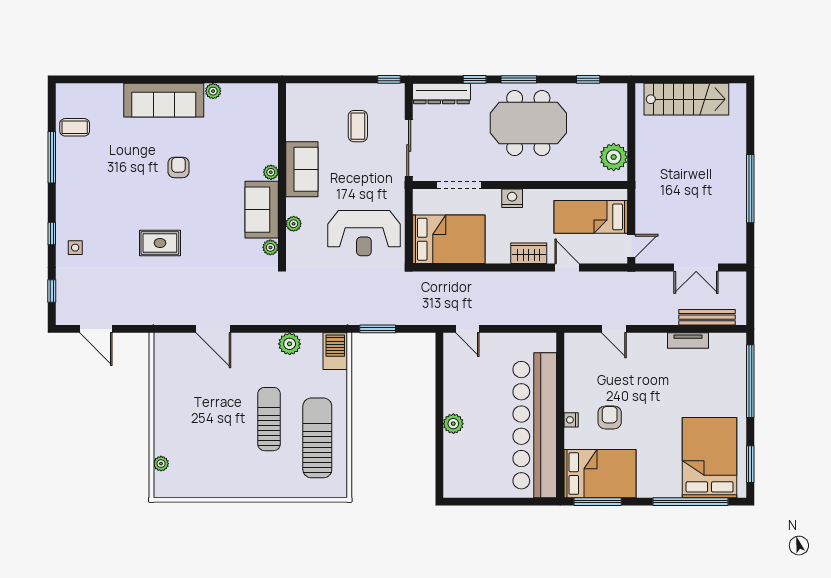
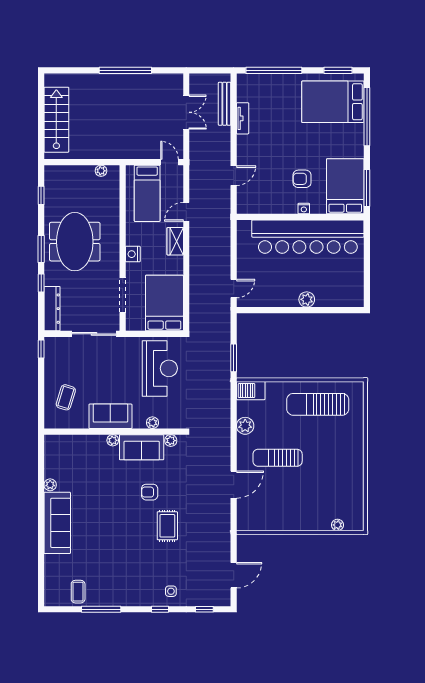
coffee table: (358, 126) -> (66, 397), moved, turned -73
plant: (614, 157) -> (101, 171), width x0.53, depth x0.53
armchair: (179, 167) -> (150, 492), moved
sun lounger: (269, 419) -> (278, 458), moved

